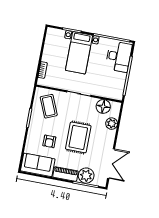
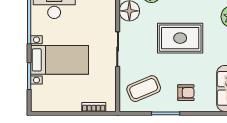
armchair: (49, 141) -> (186, 93), moved

